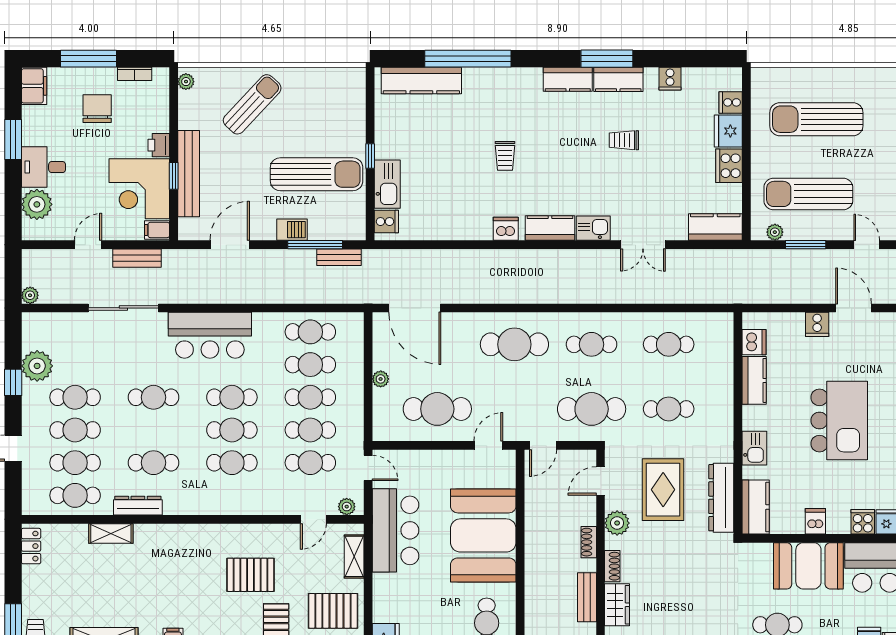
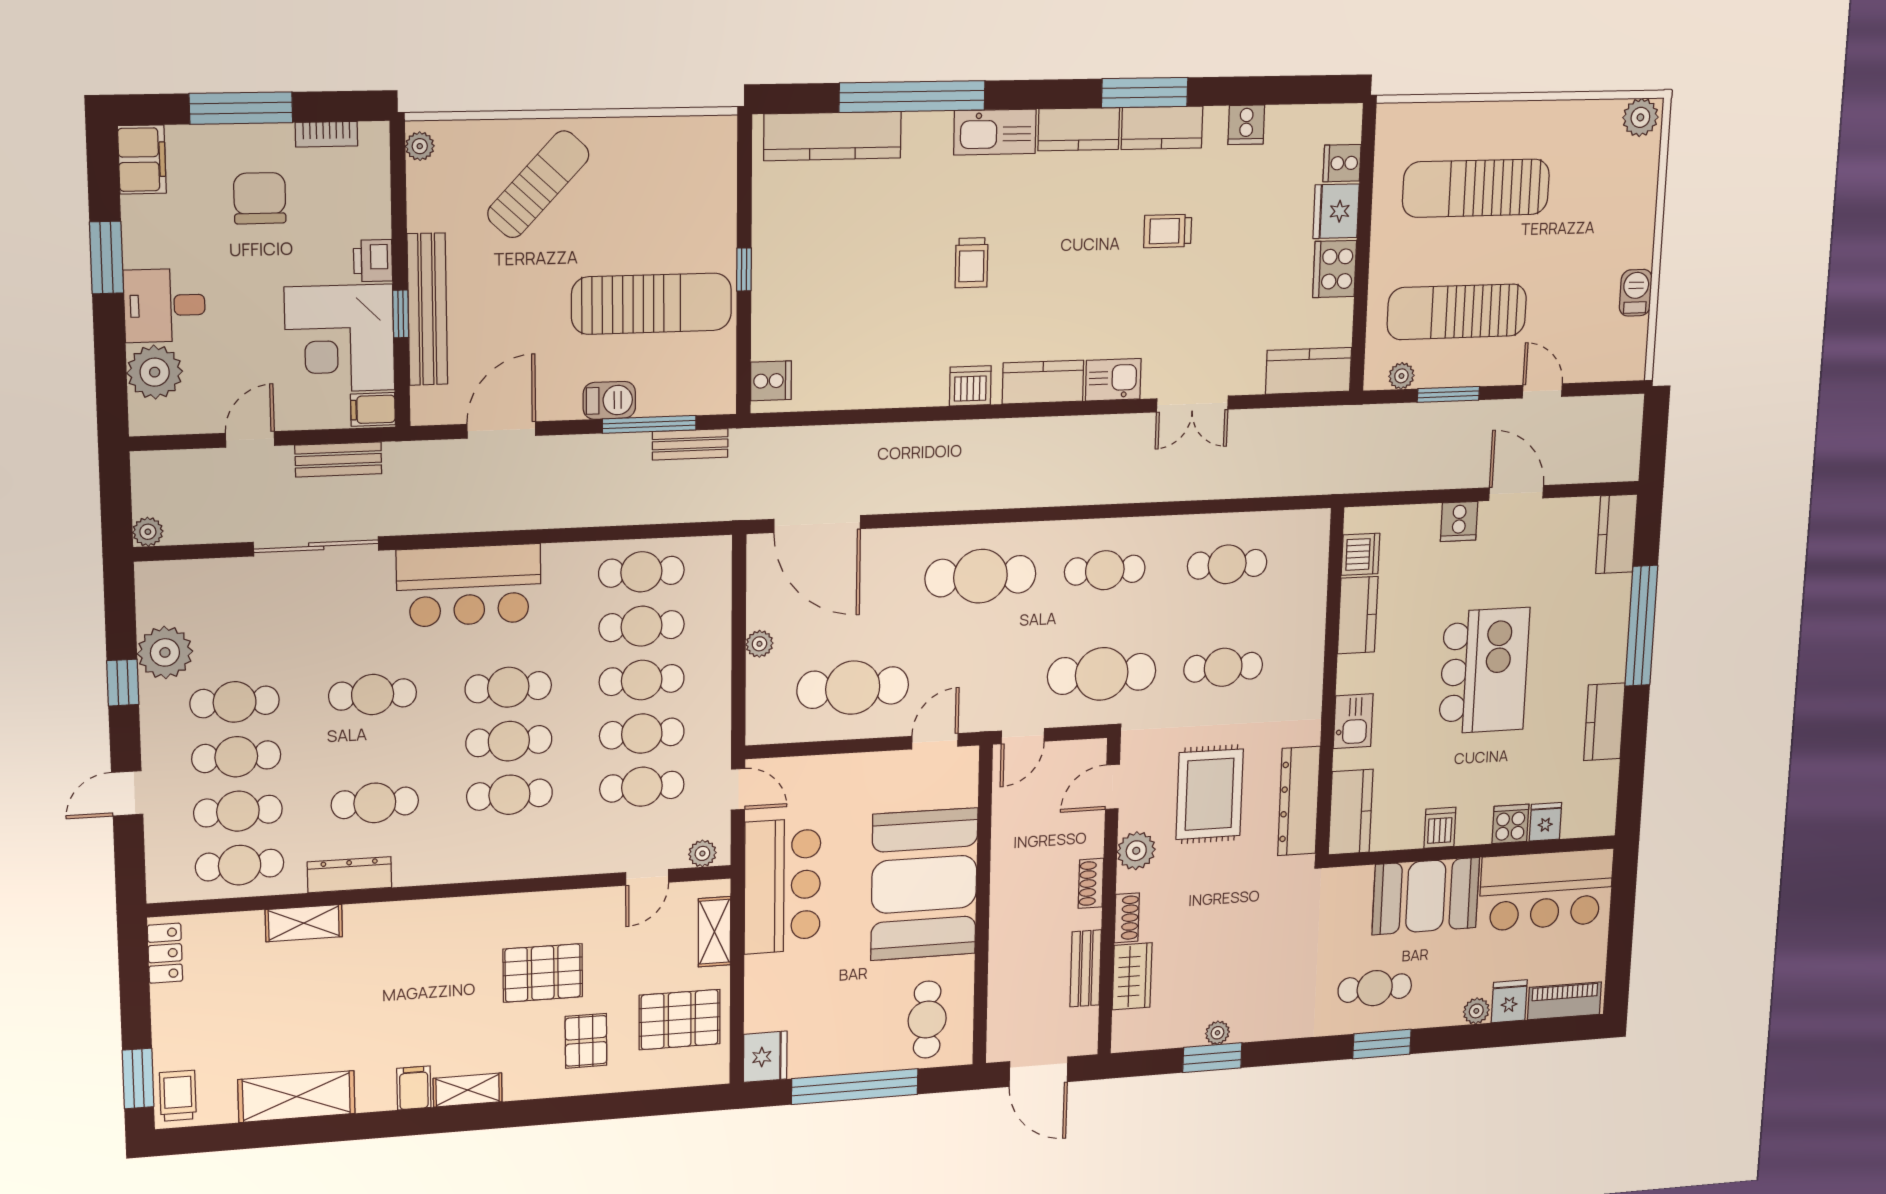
kitchen sink: (387, 184) -> (995, 132), moved, turned 90

